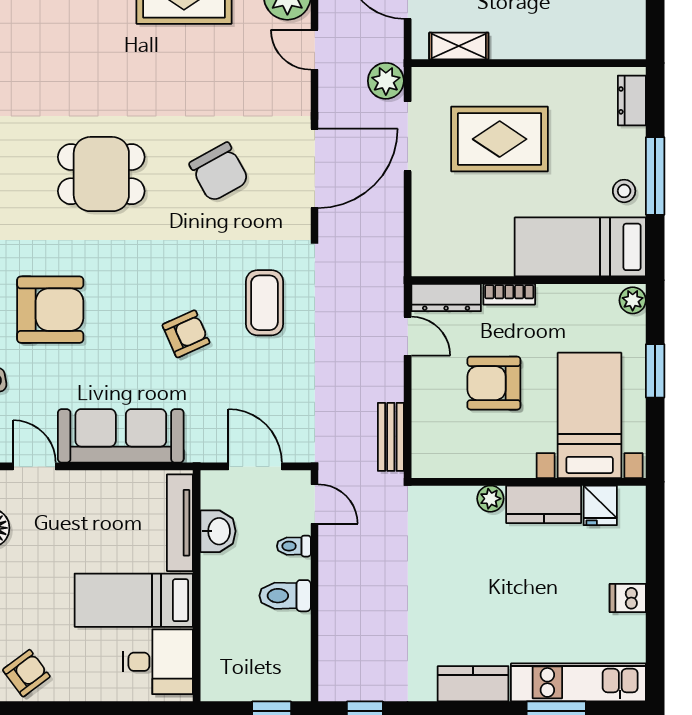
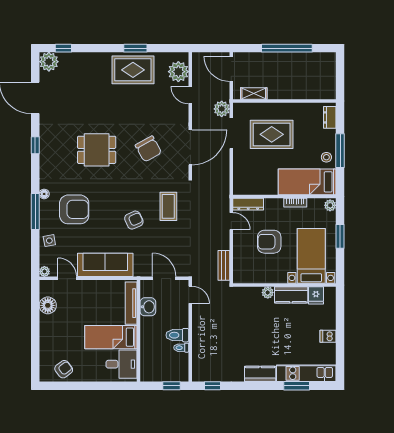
bookcase: (509, 294) -> (295, 203), moved
toilet: (294, 546) -> (181, 348), moved

